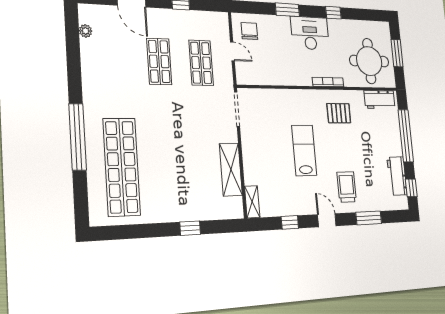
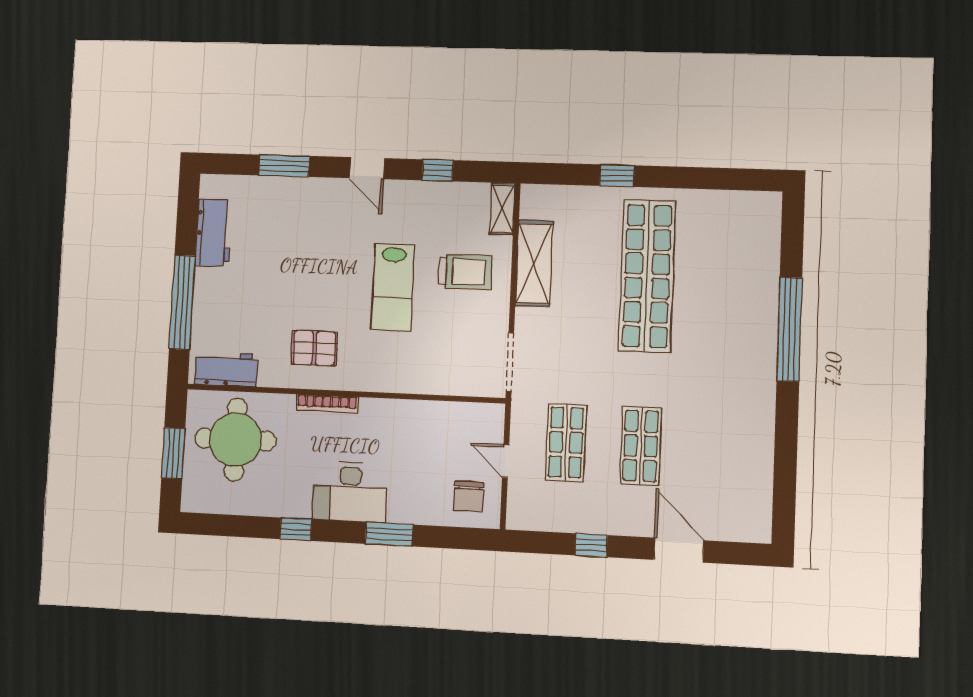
plant: (86, 31) -> (762, 498), removed
shop shelf: (122, 167) -> (647, 276), moved
trolley: (347, 187) -> (465, 272), moved, turned -90
window: (411, 188) -> (188, 210), removed

